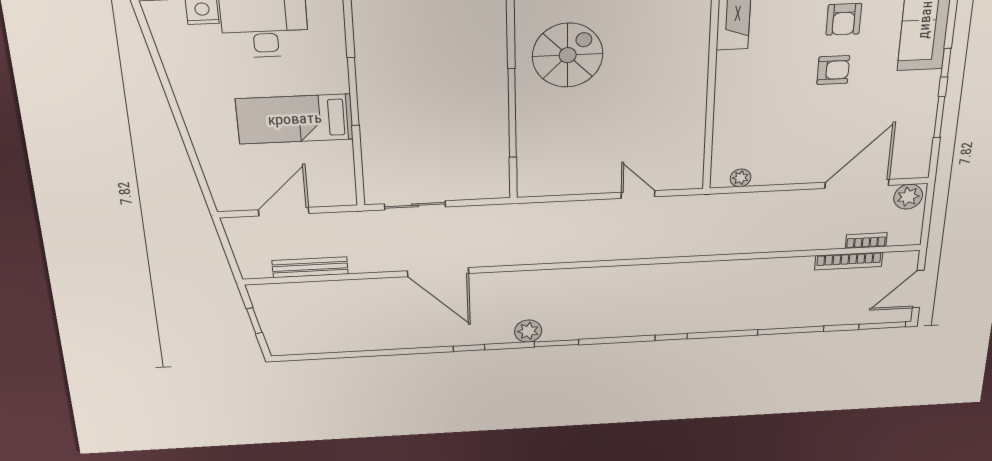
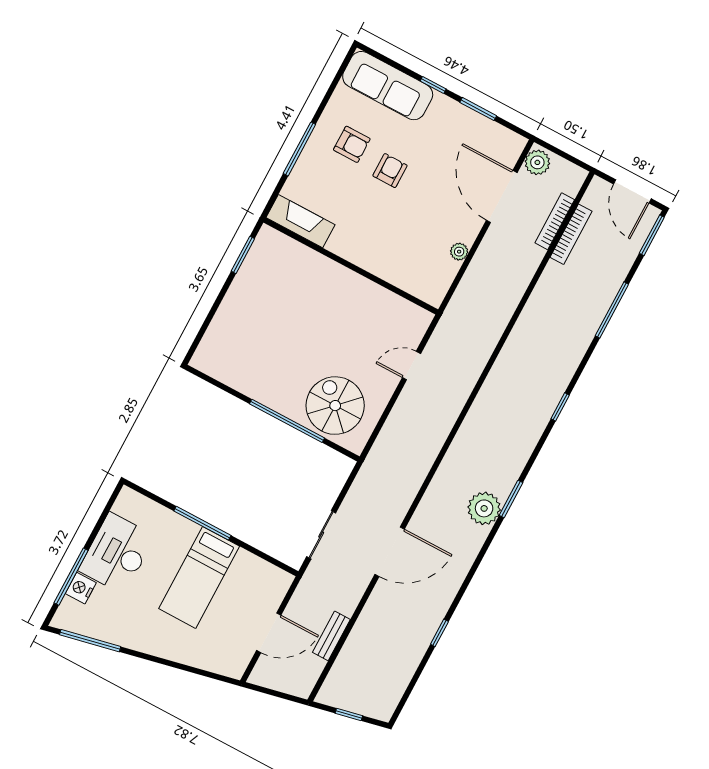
window: (154, 51) -> (90, 641), added
spiral stairs: (568, 55) -> (335, 406), moved
plant: (741, 178) -> (459, 252), moved
door: (284, 212) -> (269, 633), swing flipped
bookcase: (866, 241) -> (555, 221), width x1.56
bench: (310, 267) -> (331, 636), width x0.73
plant: (528, 331) -> (484, 508), width x1.36, depth x1.36
window: (469, 348) -> (439, 633), moved

